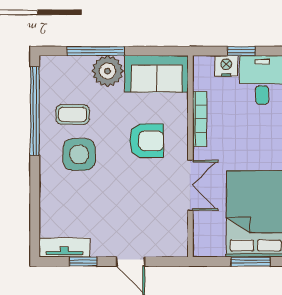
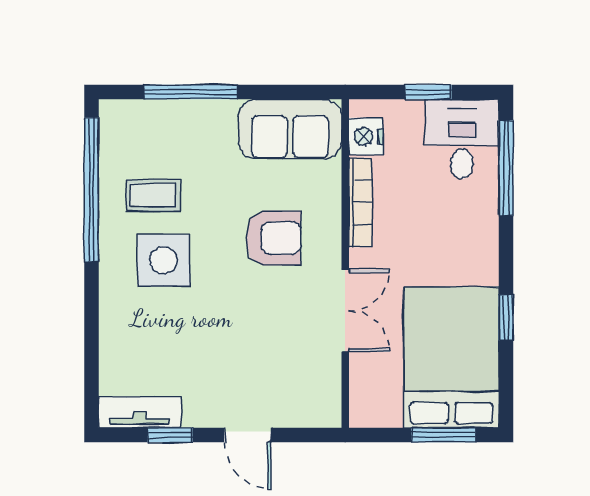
nightstand: (226, 66) -> (366, 136), moved, turned -90
plant: (108, 71) -> (210, 125), removed

